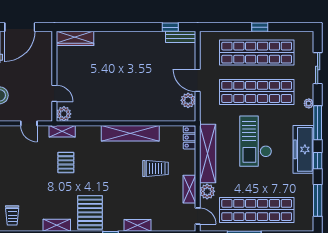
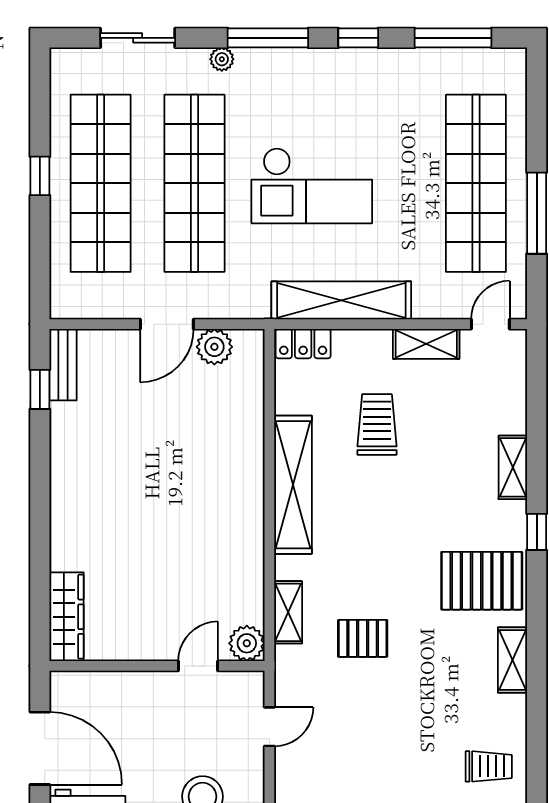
shelving: (62, 131) -> (288, 612), moved
freezer: (303, 149) -> (331, 72), removed
plant: (207, 191) -> (432, 301), removed

